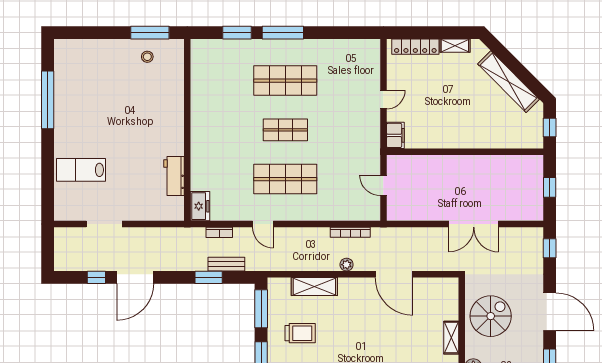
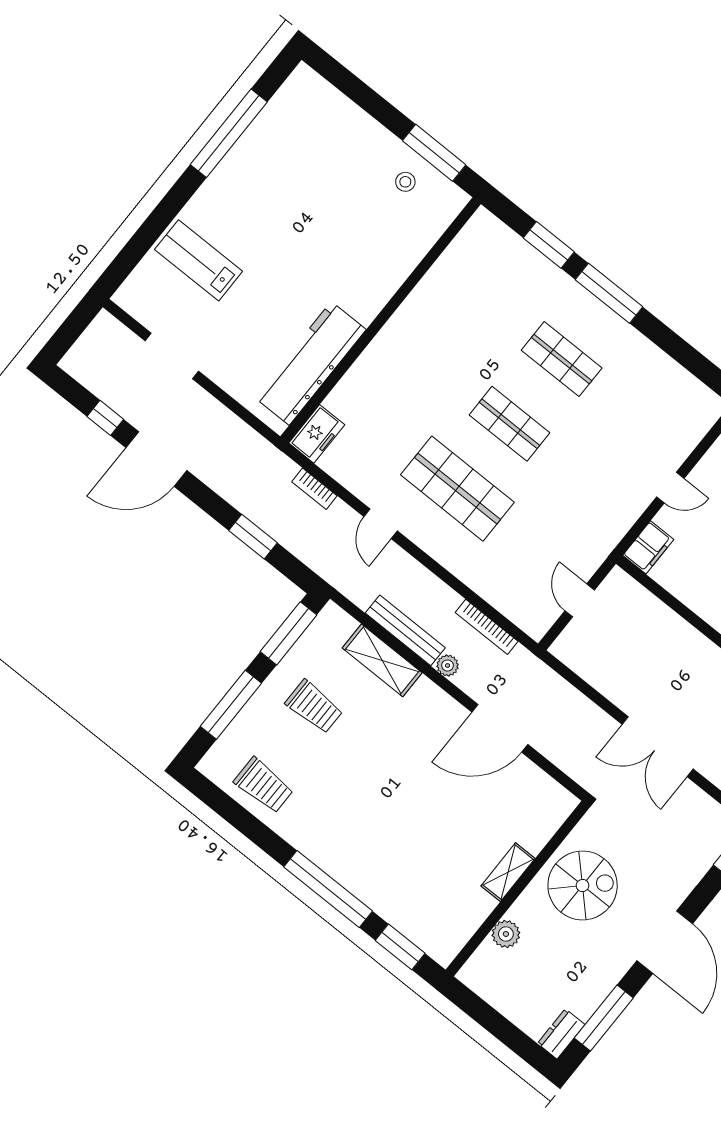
shop shelf: (285, 81) -> (562, 359), width x0.70, depth x0.74
workbench: (174, 176) -> (310, 363), width x1.88, depth x1.32
bench: (226, 264) -> (405, 630), moved, width x1.36
door: (394, 274) -> (500, 728), hinge flipped

